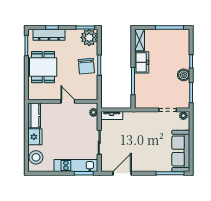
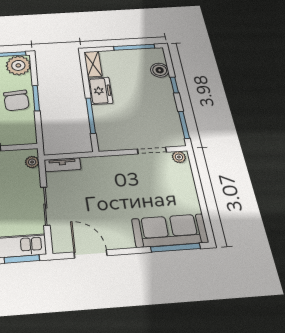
boiler: (184, 75) -> (160, 70), moved
sofa: (181, 151) -> (170, 231), moved, turned 90
door: (122, 173) -> (91, 254), hinge flipped

